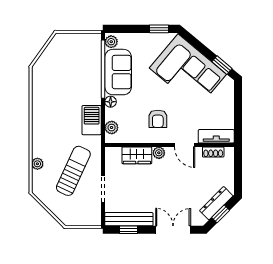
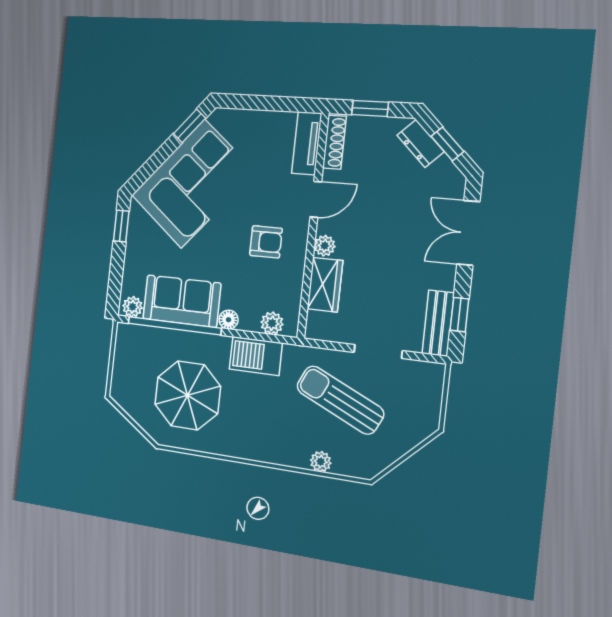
parasol: (63, 82) -> (188, 395), added
shoe rack: (213, 152) -> (334, 142), width x1.43
window: (238, 170) -> (370, 108), added
dresser: (216, 203) -> (421, 143), width x0.70
bench: (129, 219) -> (438, 323), width x0.73

